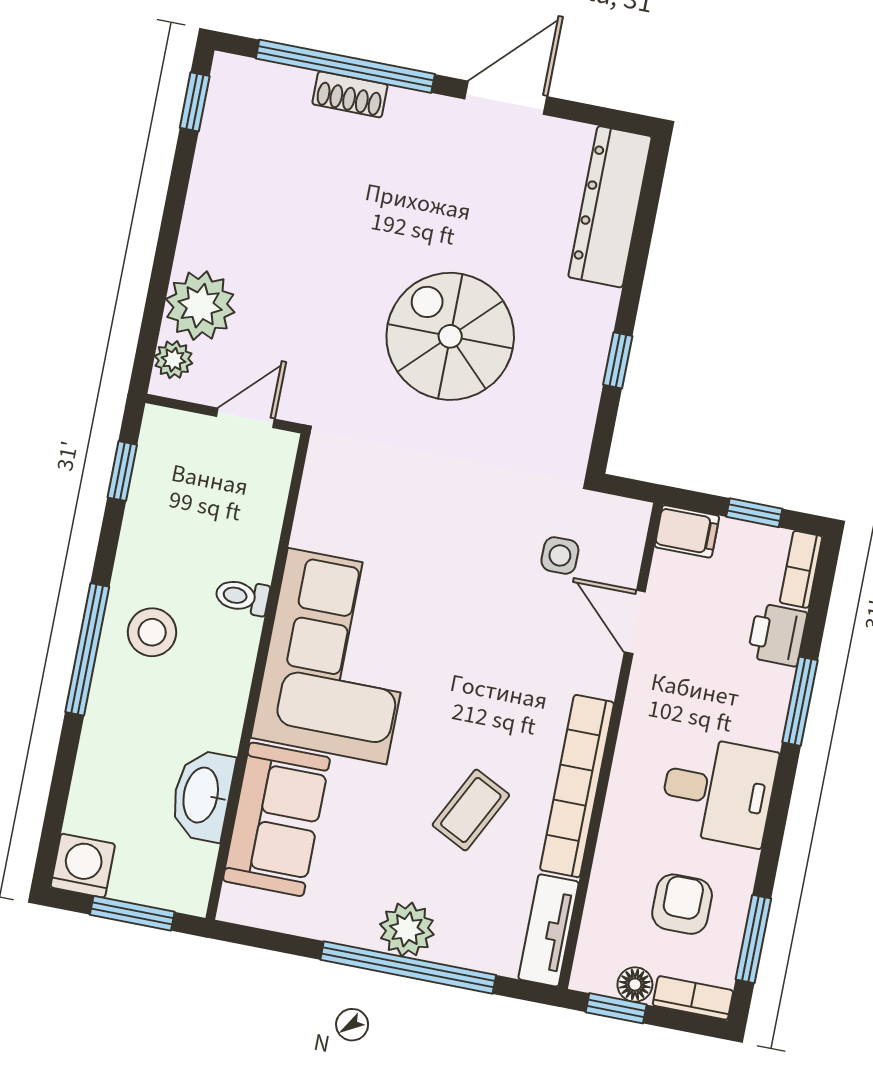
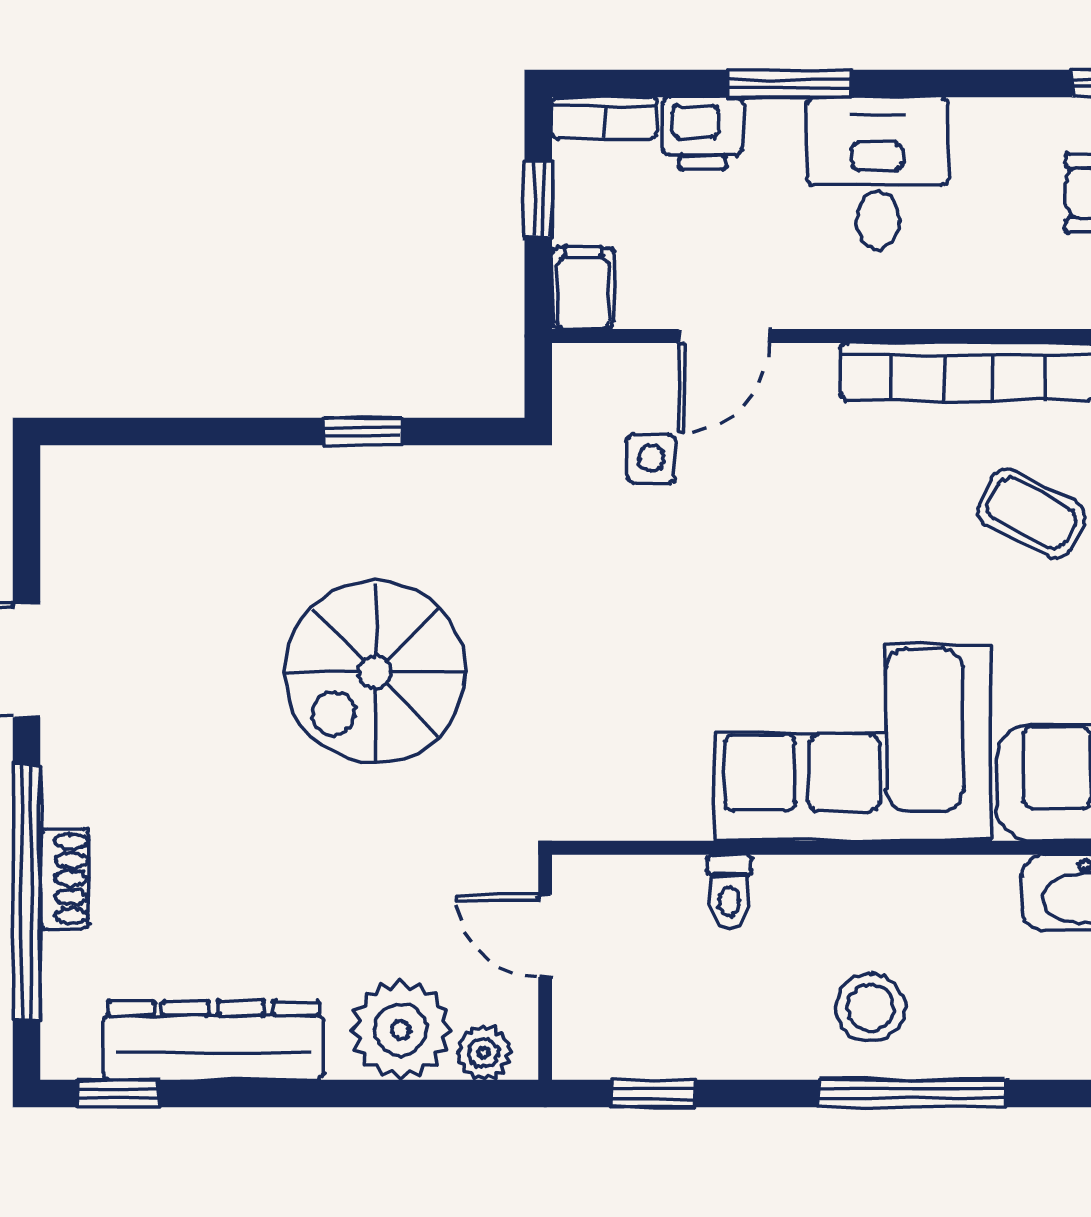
dresser: (610, 207) -> (214, 1040), moved, turned 180
toilet: (242, 597) -> (729, 891), moved
desk: (718, 791) -> (877, 173), moved

